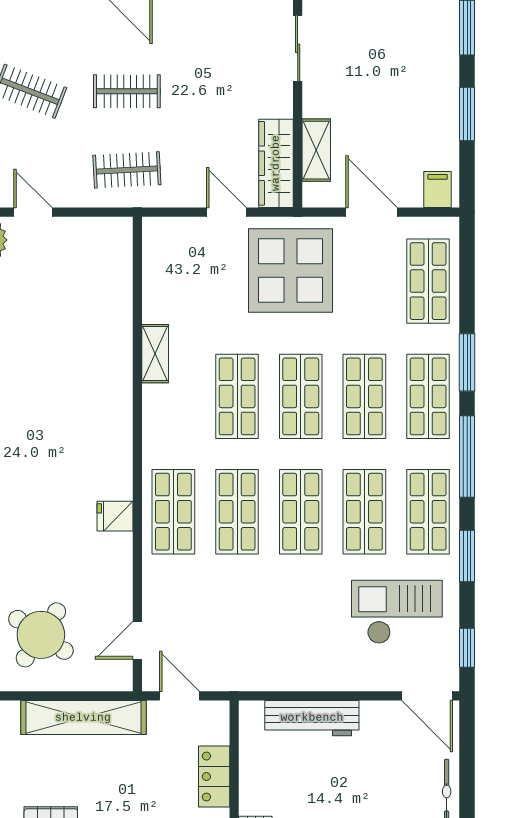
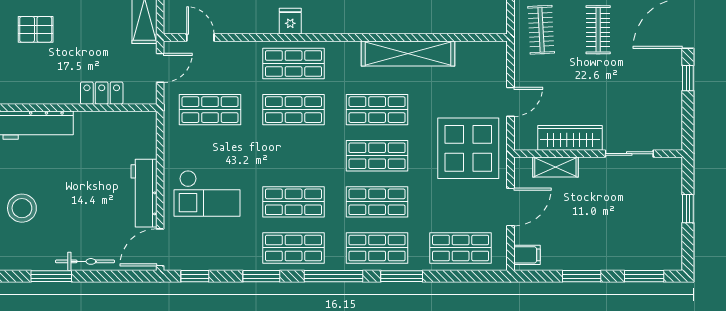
wardrobe: (276, 163) -> (570, 138), moved
shelving: (155, 354) -> (408, 53), width x2.20, depth x1.33
shop shelf: (301, 512) -> (210, 110), moved
checkout: (397, 612) -> (207, 193), moved, turned 90
workbench: (312, 718) -> (144, 193), moved

